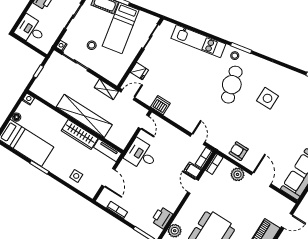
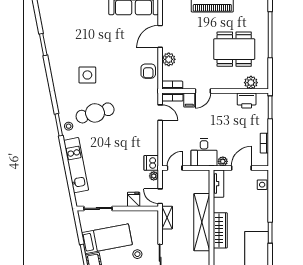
plant: (148, 100) -> (154, 176), added
wardrobe: (80, 134) -> (220, 230), moved
door: (198, 139) -> (160, 113), swing flipped
plant: (124, 166) -> (223, 161), added
side table: (76, 176) -> (262, 185), moved

